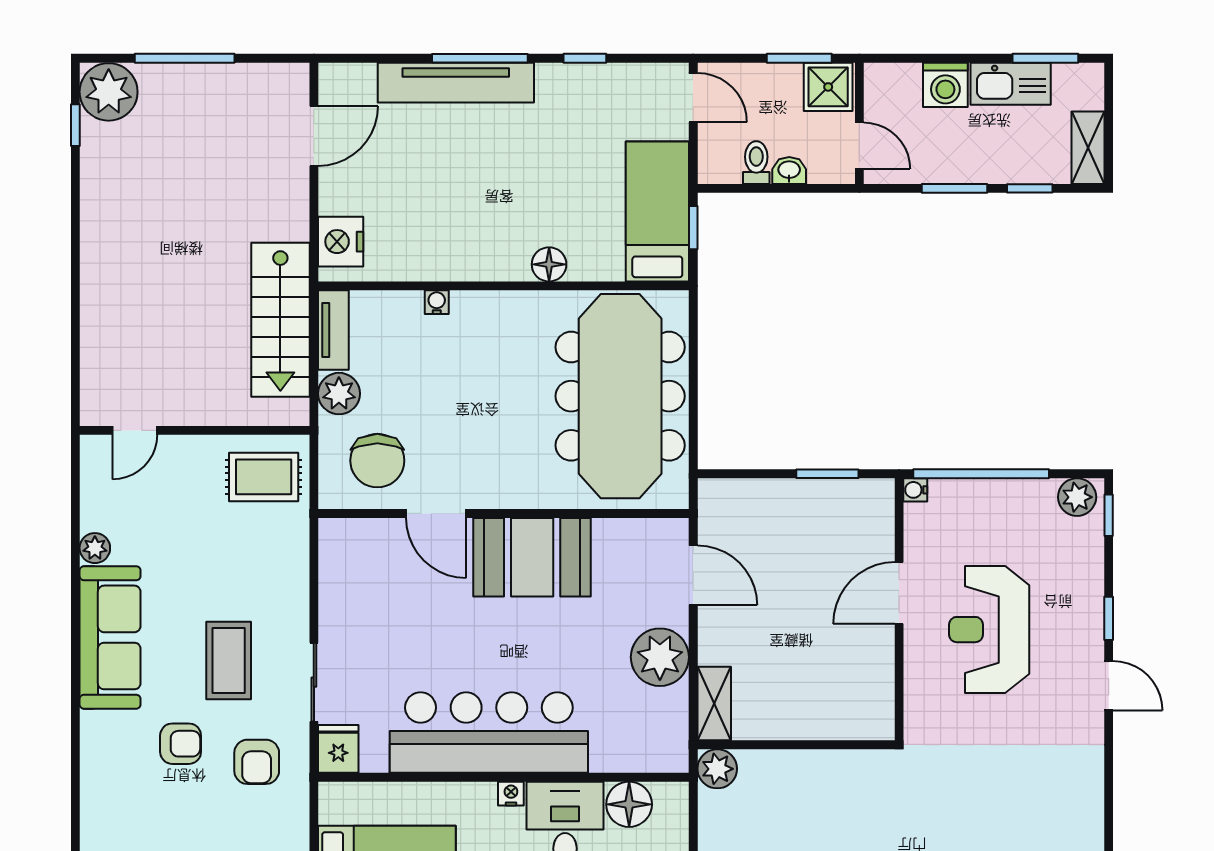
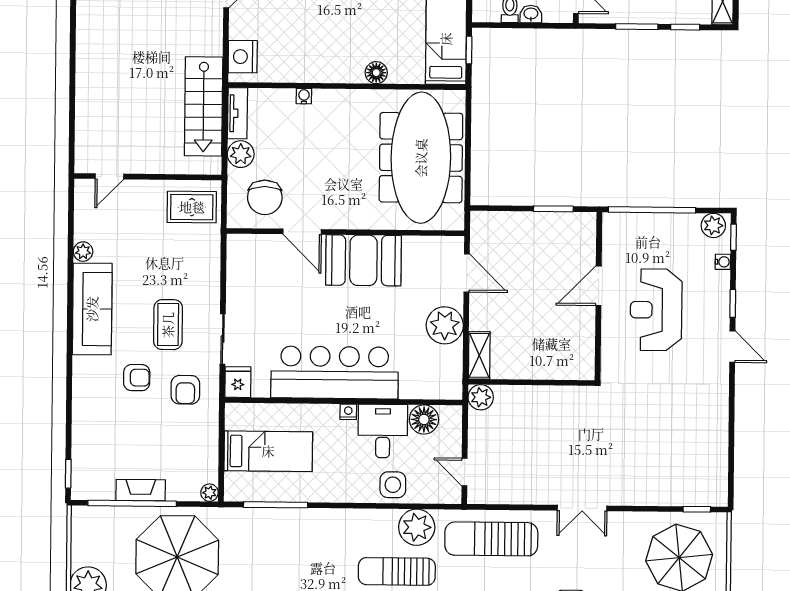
water cooler: (915, 490) -> (723, 262), moved, turned 180

